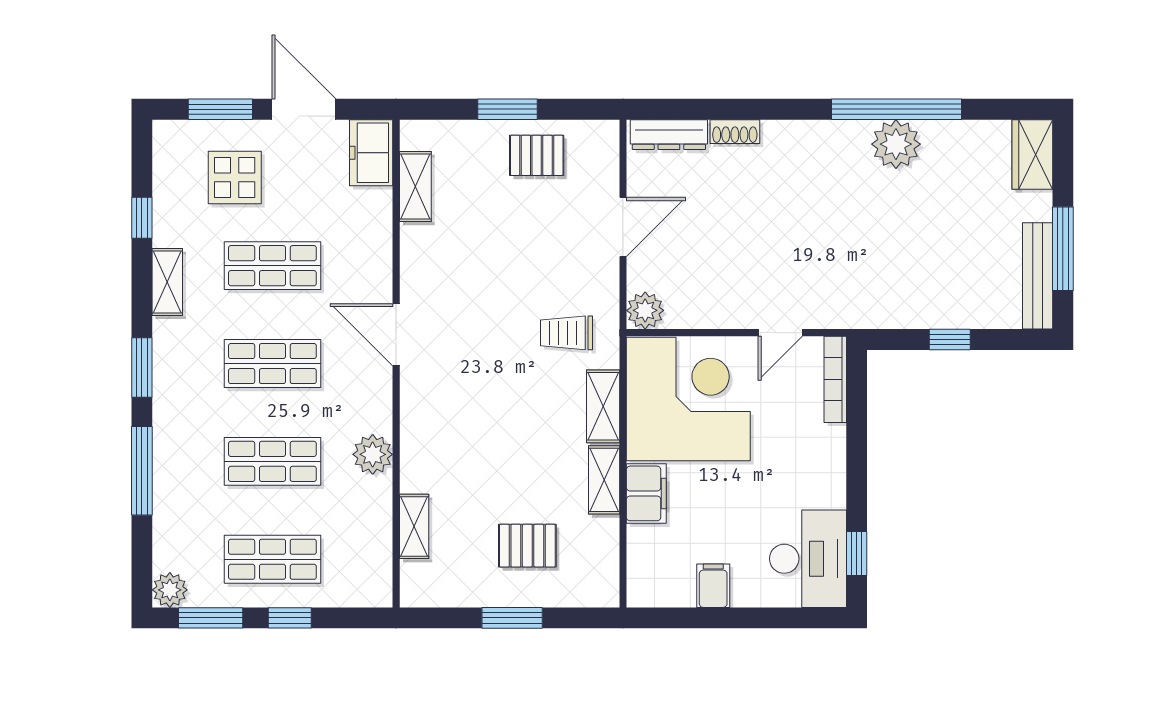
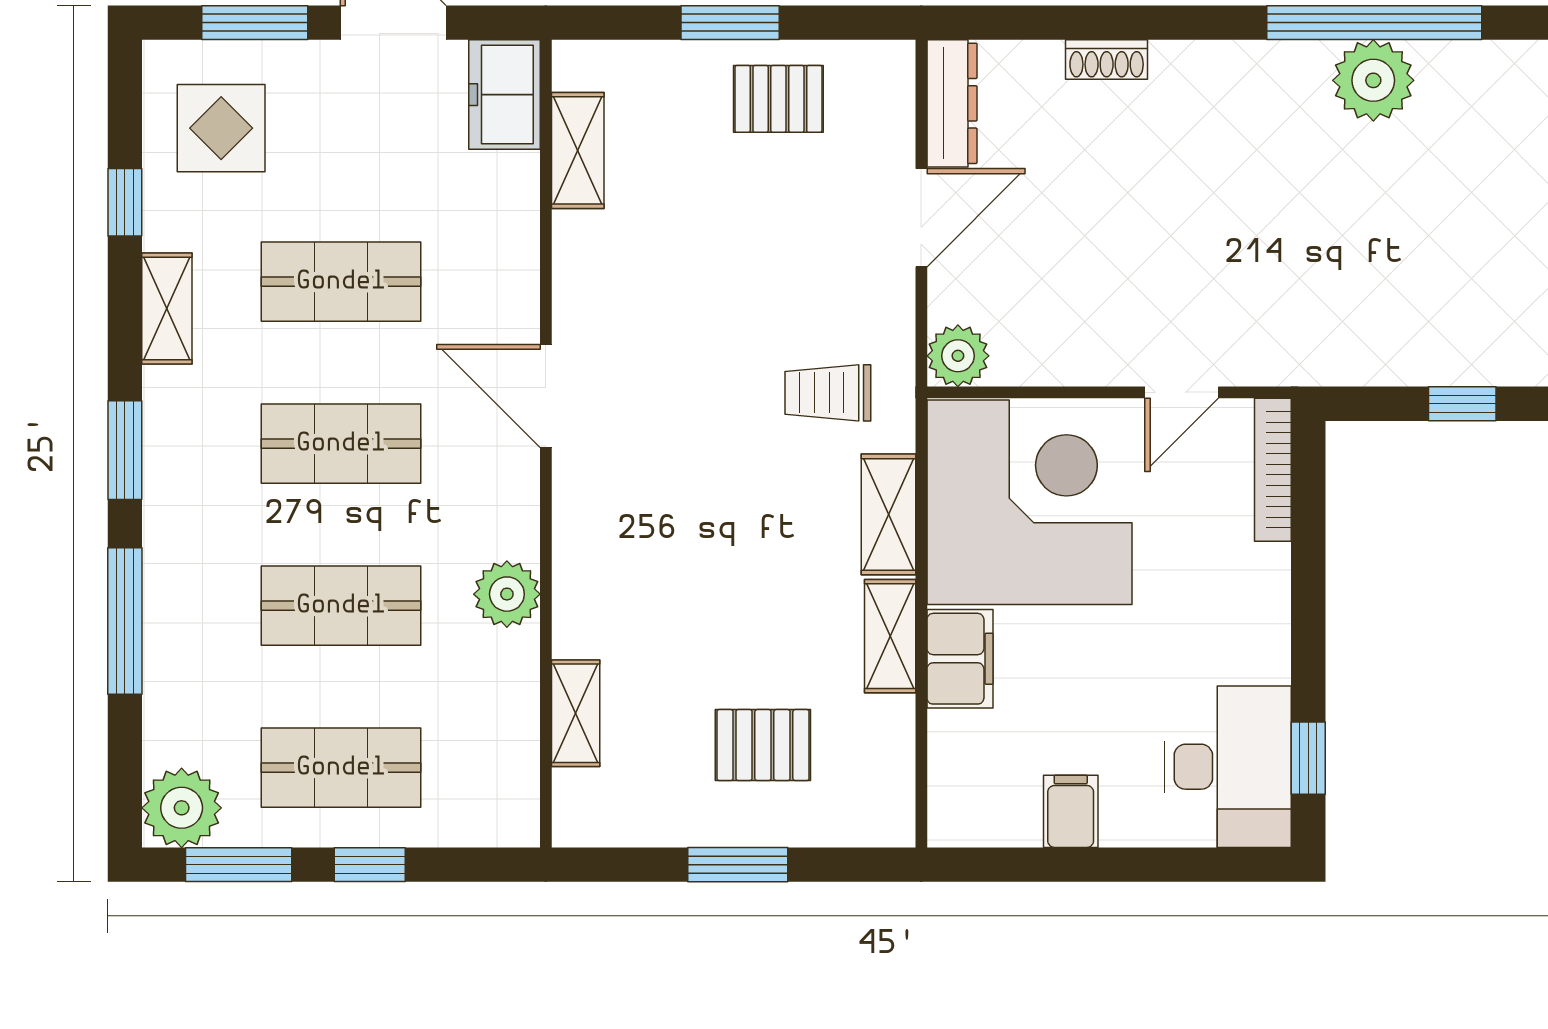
dresser: (669, 135) -> (952, 103), moved, turned -90
display table: (235, 177) -> (221, 128), moved
plant: (170, 590) -> (182, 808), width x1.36, depth x1.36

